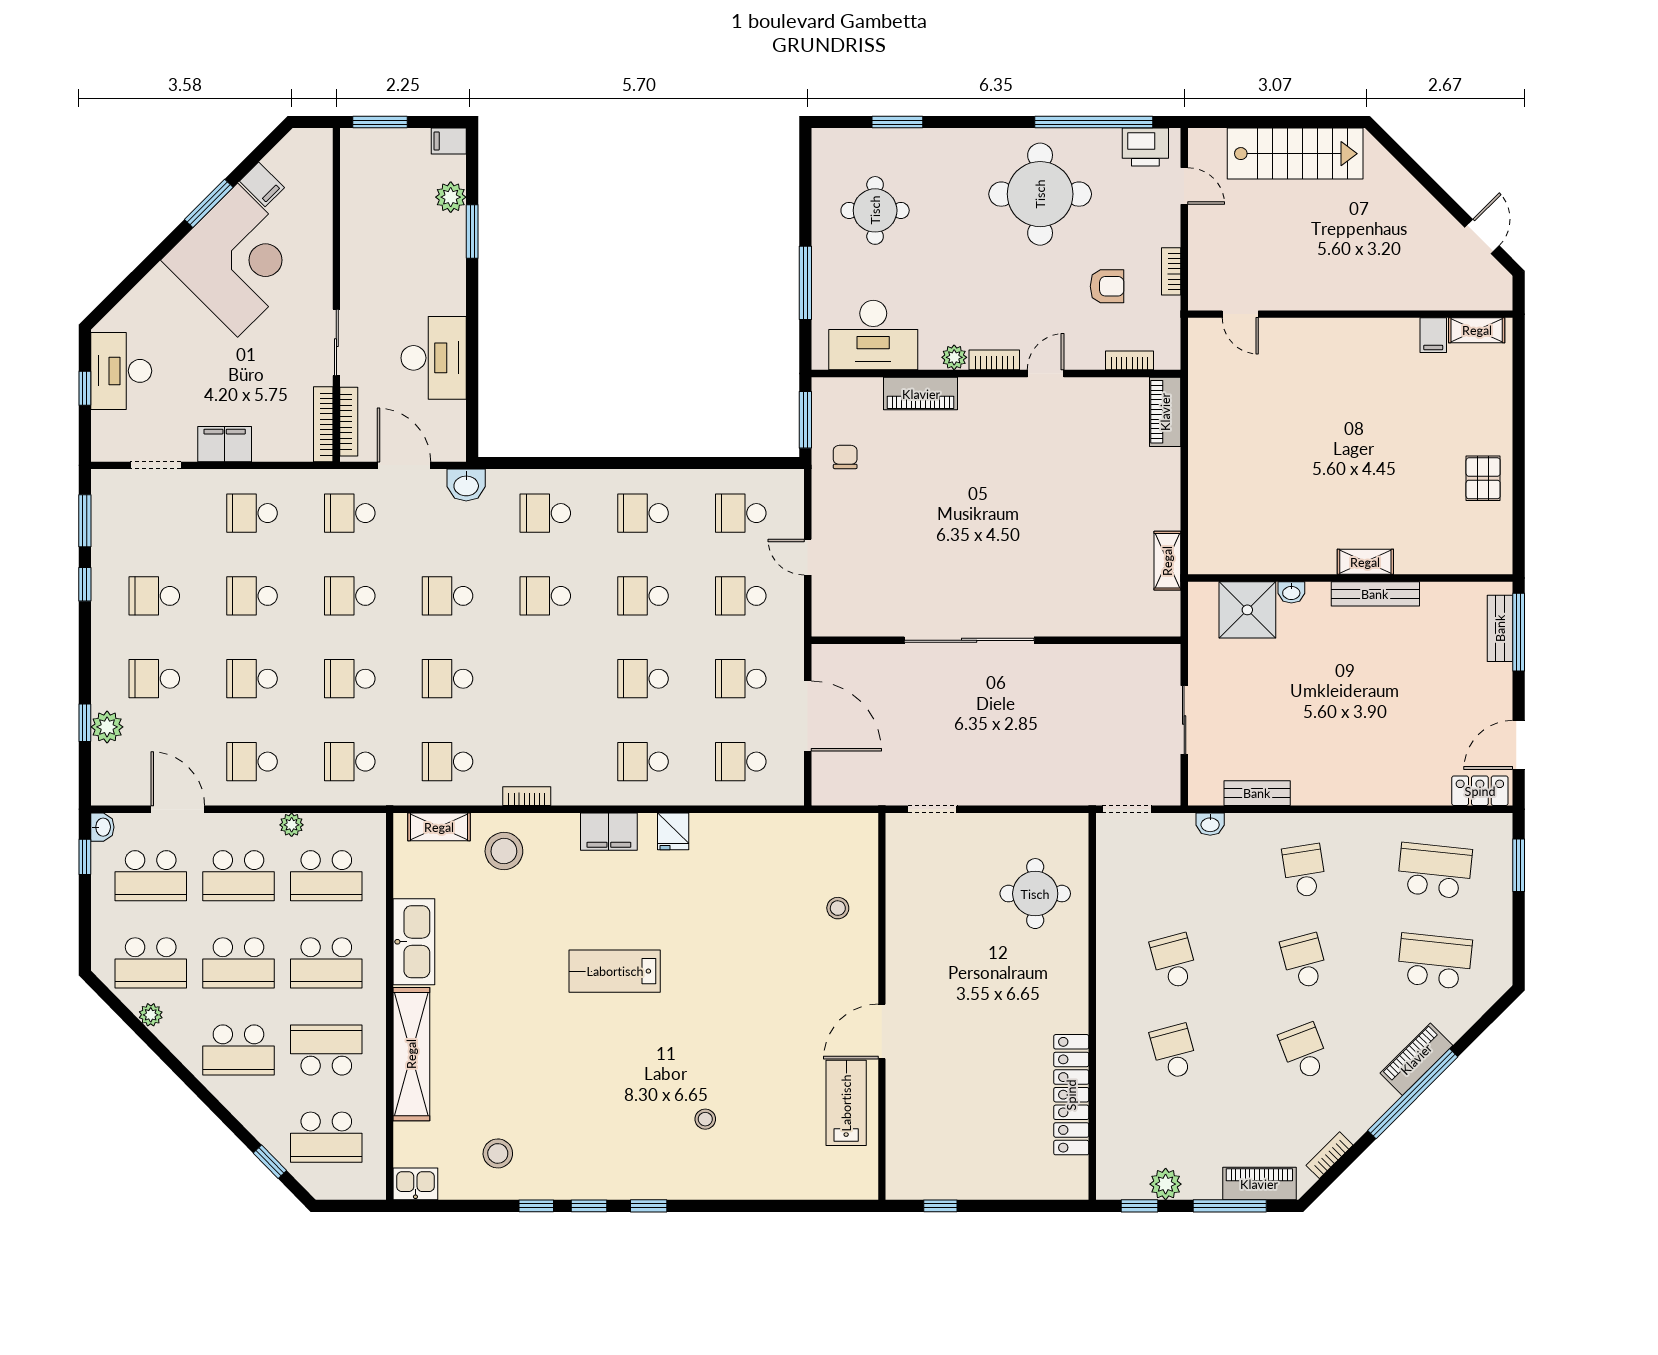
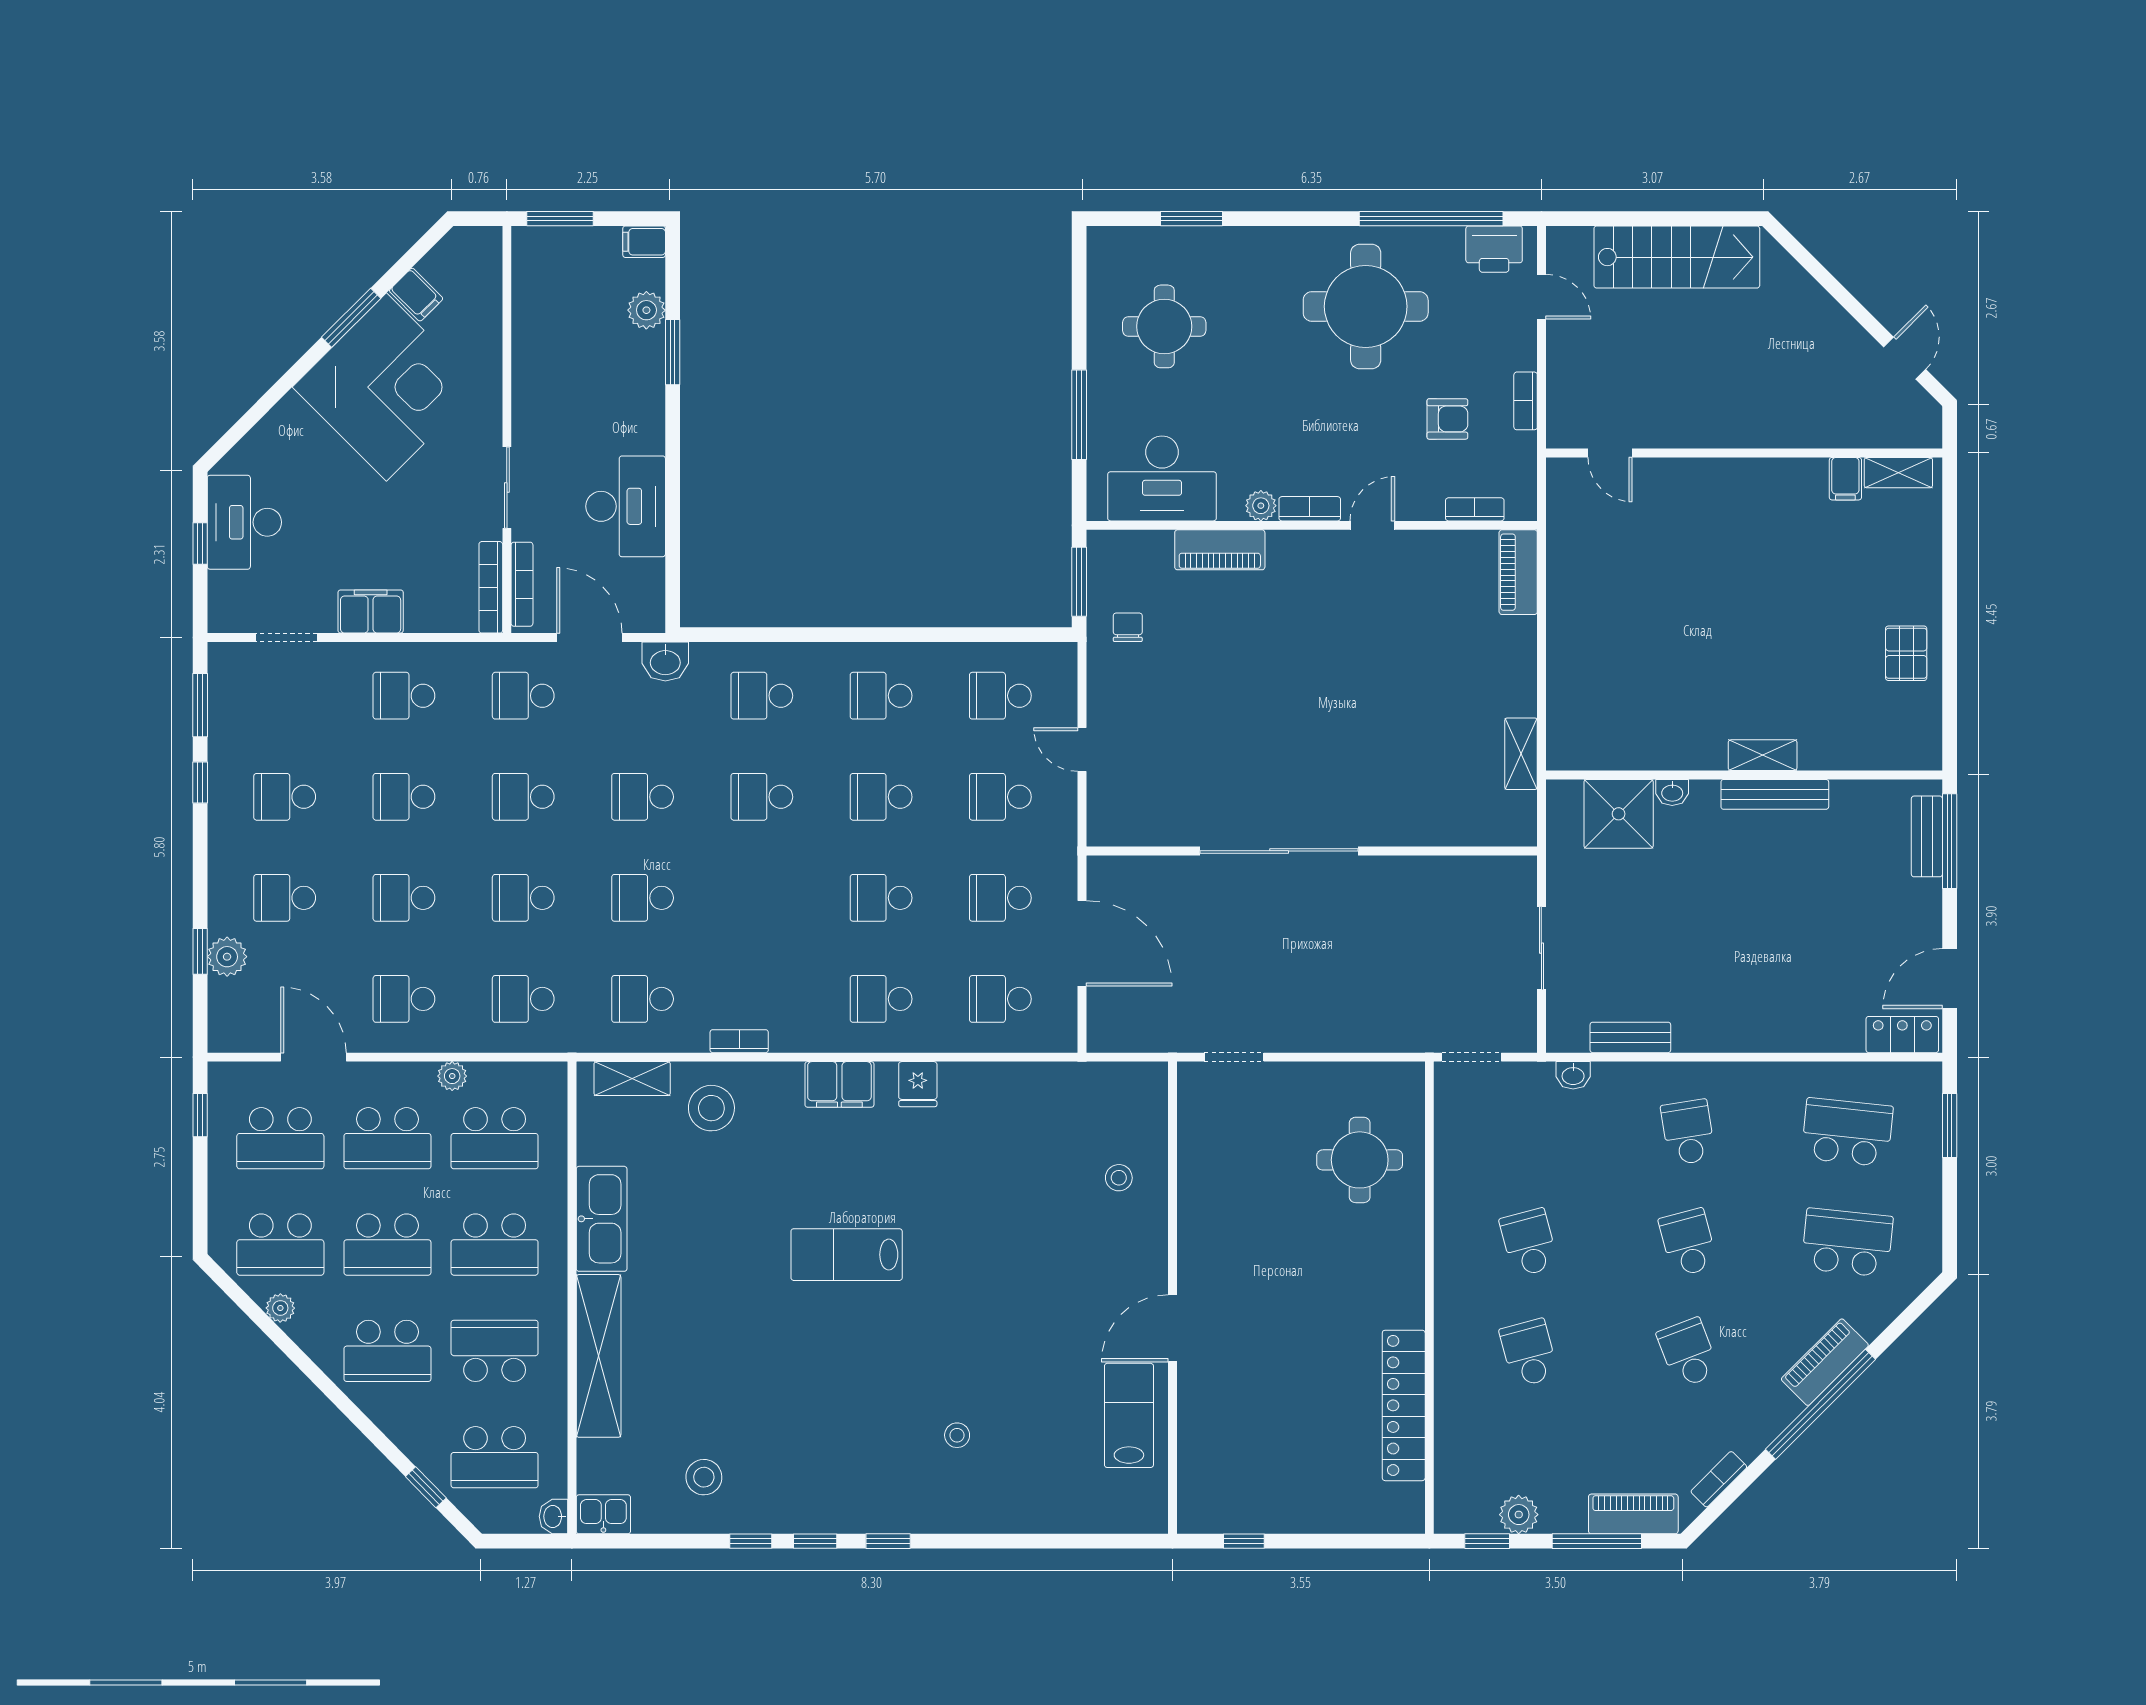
washbasin: (102, 827) -> (554, 1516), moved, turned 180

